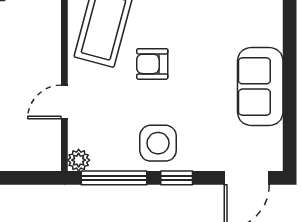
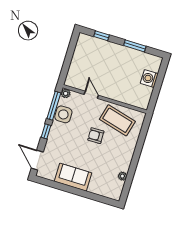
armchair: (152, 64) -> (96, 136), turned -91
side table: (158, 143) -> (63, 114), moved

